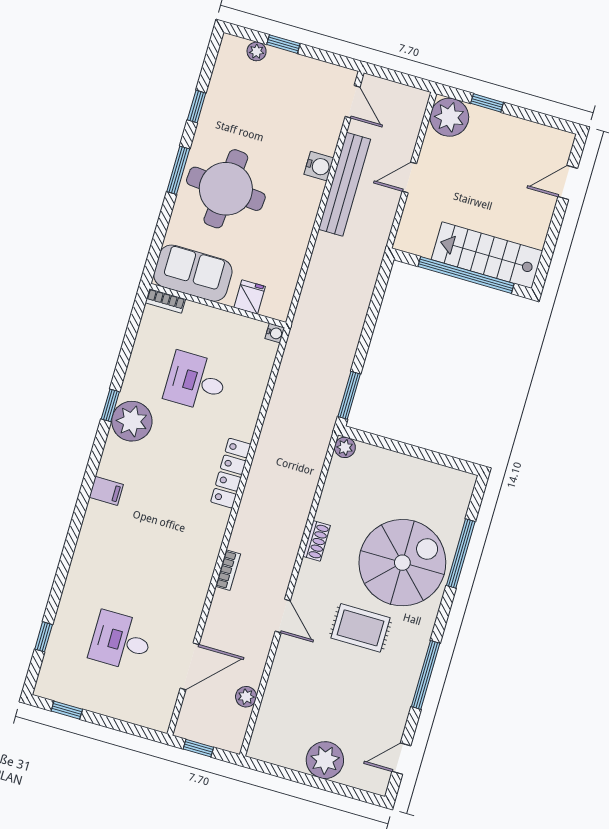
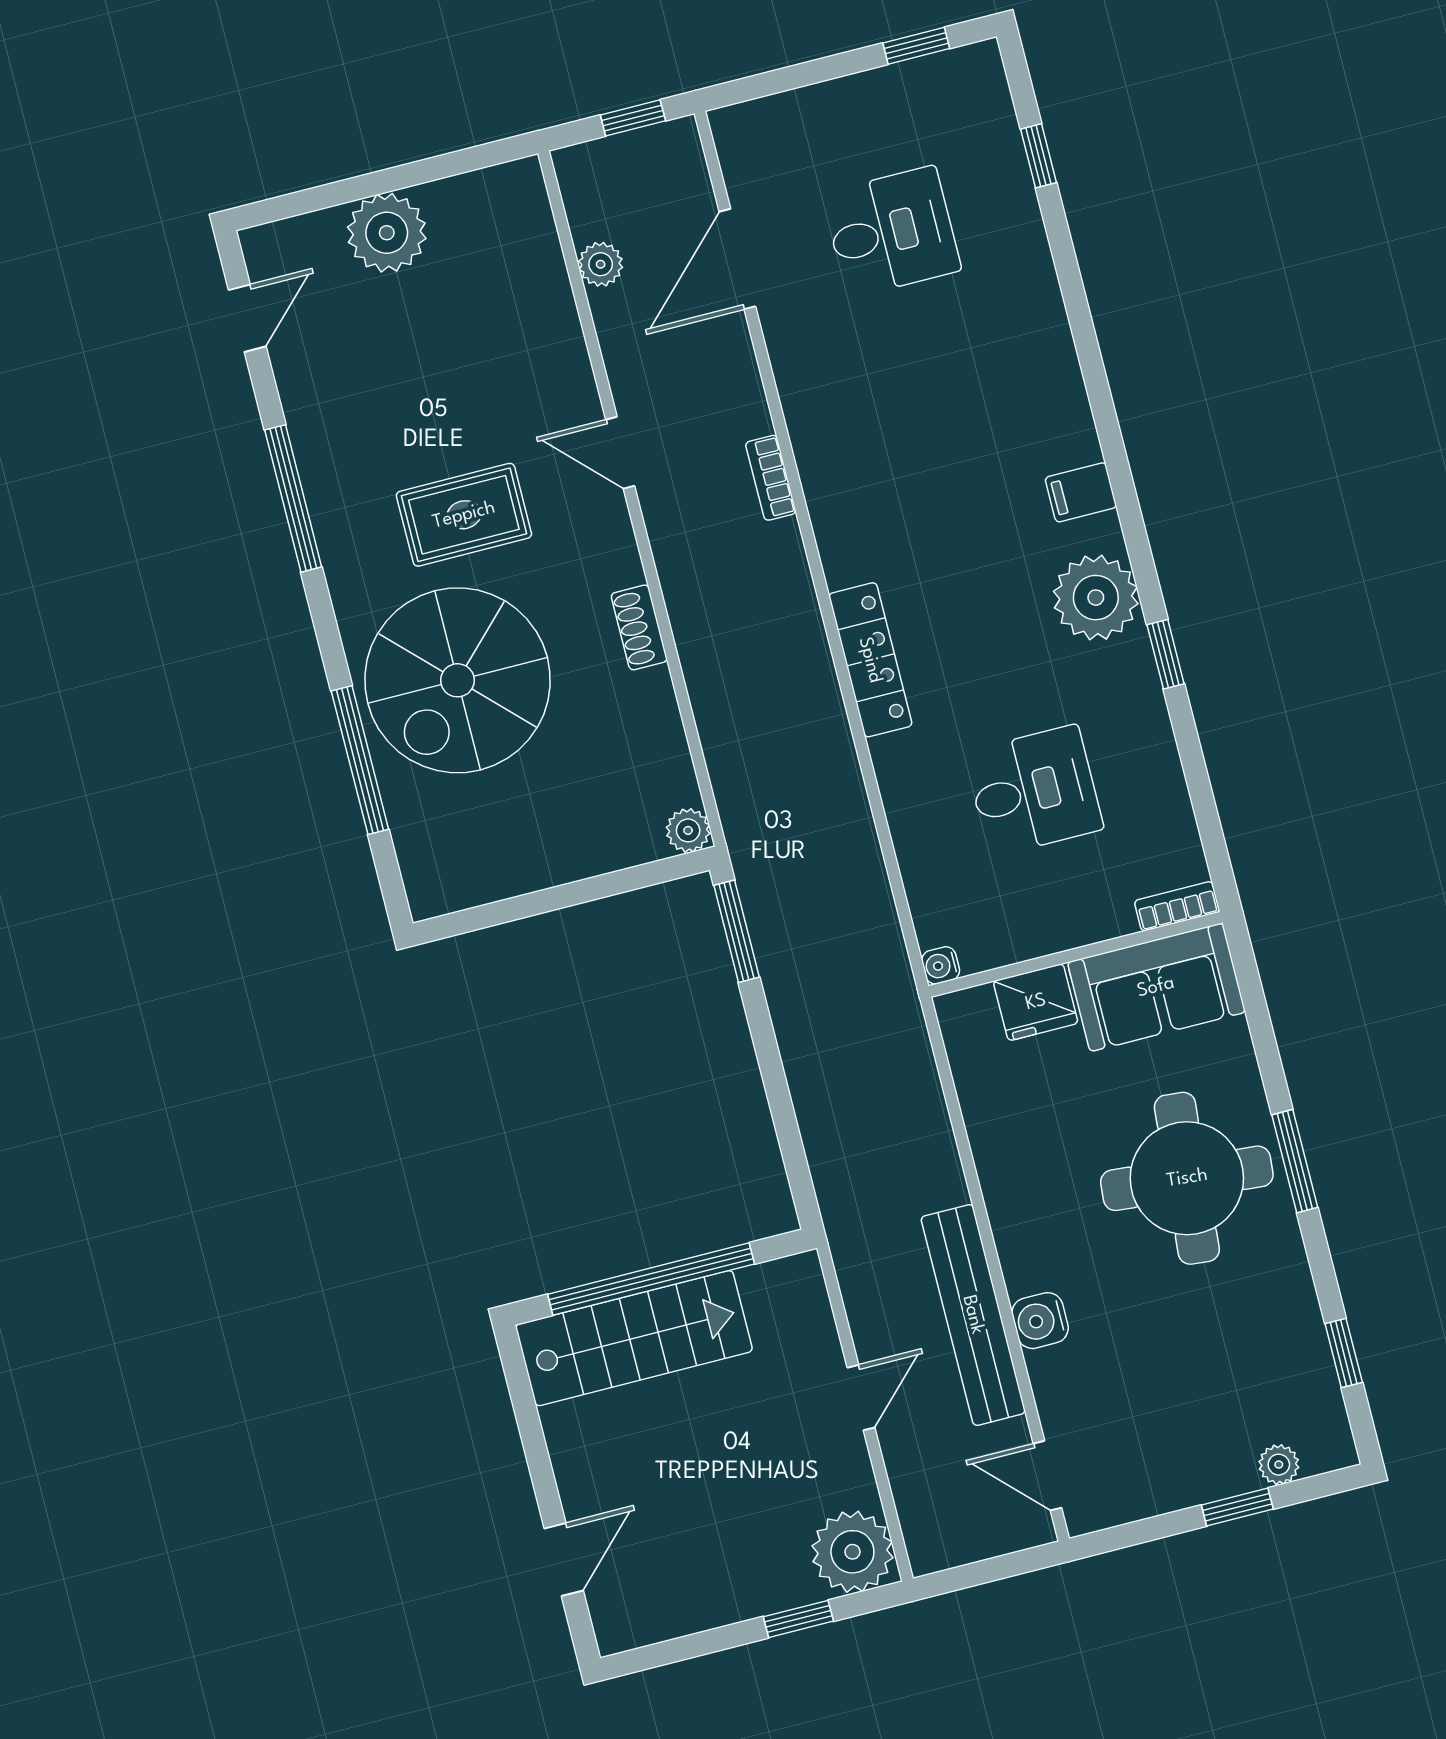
window: (197, 106) -> (1344, 1353), moved
fridge: (250, 297) -> (1036, 1002), width x1.38
plant: (132, 421) -> (1096, 598), moved

